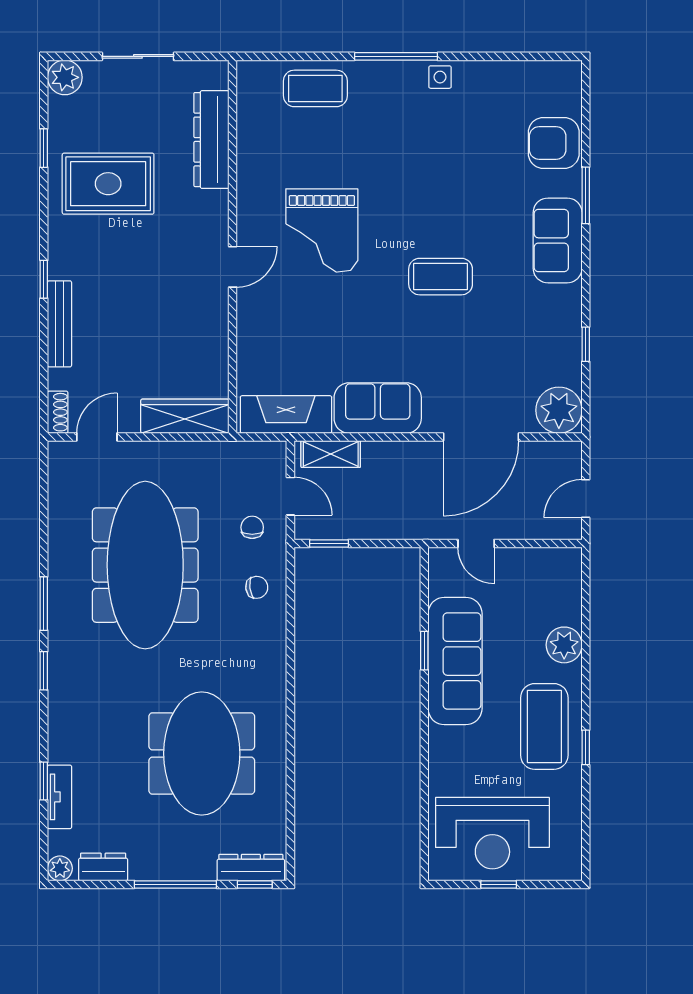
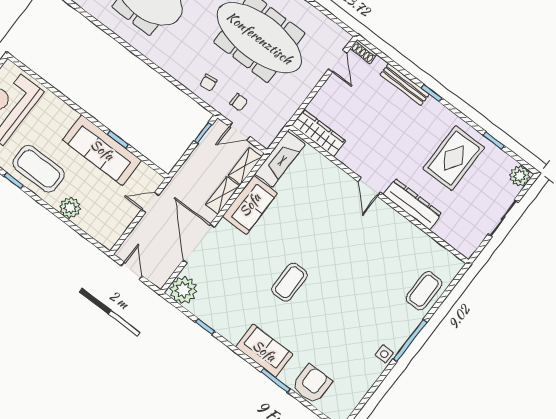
dresser: (211, 140) -> (413, 204), moved
grand piano: (322, 230) -> (354, 243), removed
wardrobe: (185, 416) -> (319, 133), moved, turned -90
shelving: (393, 454) -> (222, 195), added

